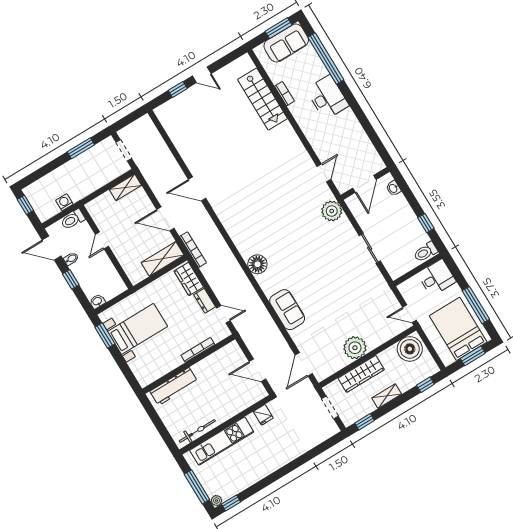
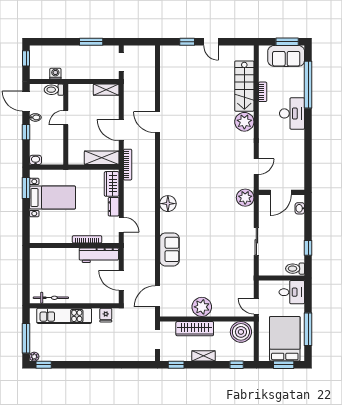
plant: (284, 135) -> (244, 122), added
workbench: (174, 387) -> (99, 255), moved

